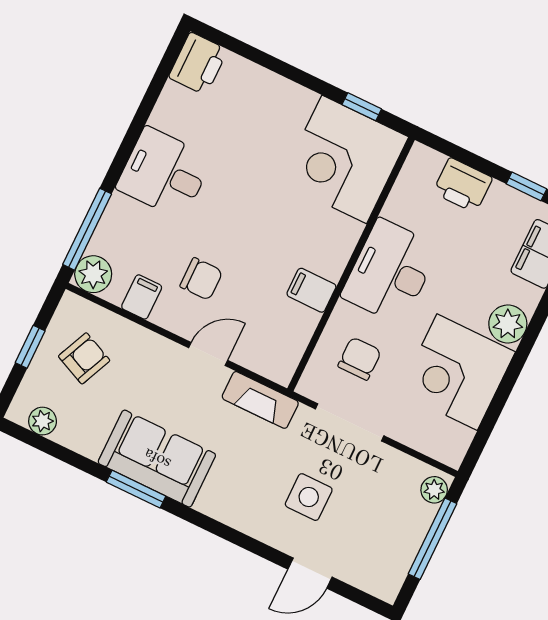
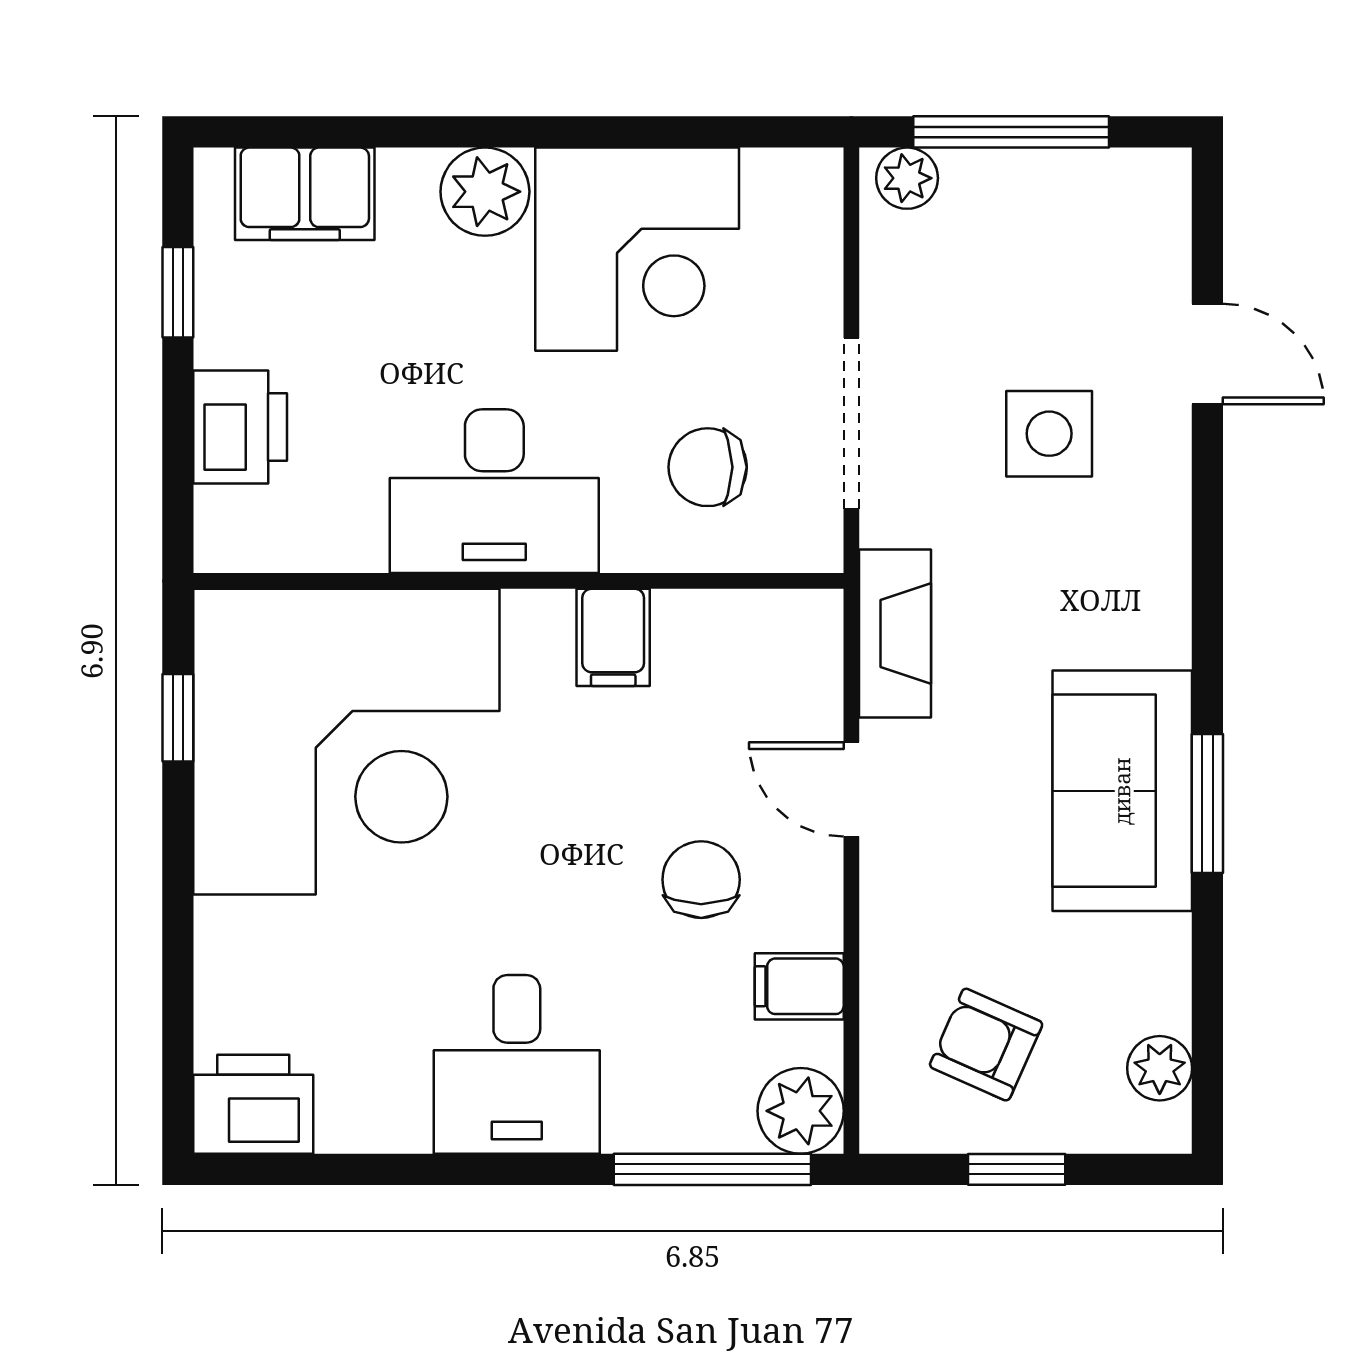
corner desk: (344, 159) -> (346, 742), width x1.36, depth x1.36

